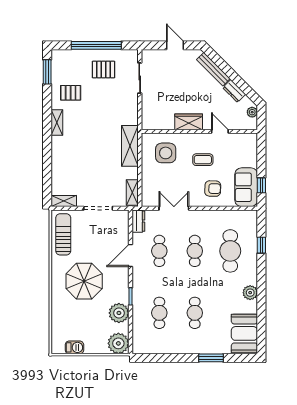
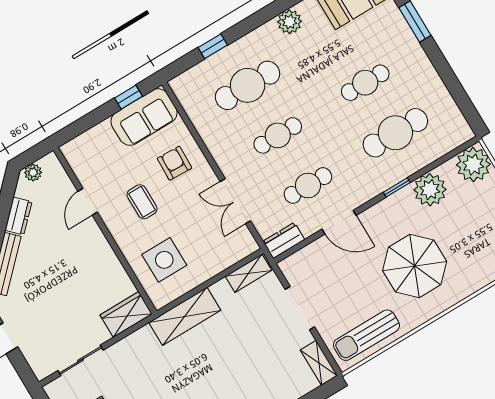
wardrobe: (189, 122) -> (126, 314), moved, turned 90
cafe table: (159, 313) -> (395, 133), width x1.37, depth x1.35

